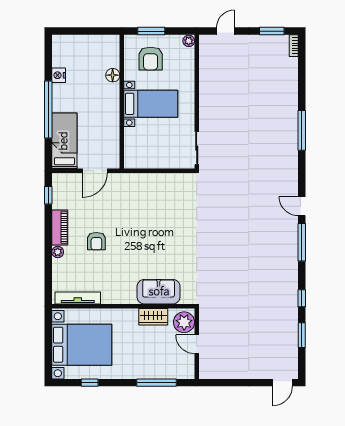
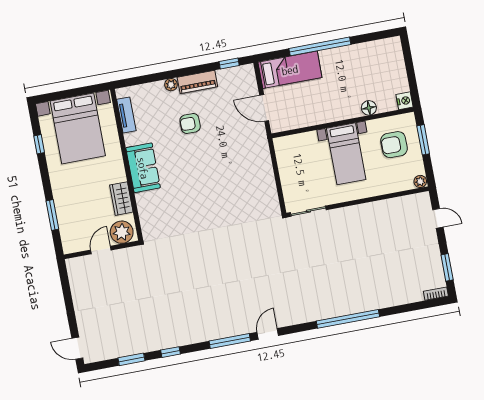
nightstand: (59, 75) -> (405, 101), moved, turned 90
window: (302, 130) -> (348, 319), width x1.46
sofa: (159, 292) -> (143, 168), moved
tv unit: (78, 298) -> (126, 115), width x0.71
window: (157, 383) -> (52, 215), width x0.69

